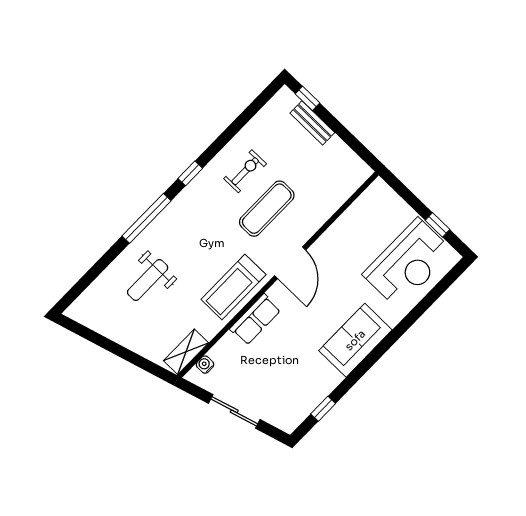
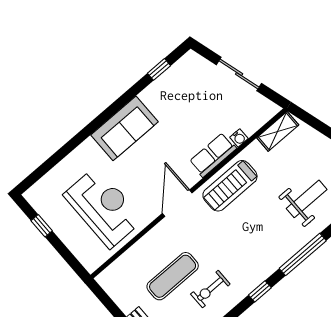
exercise mat: (267, 209) -> (173, 276), moved
reception desk: (408, 263) -> (103, 207), moved, turned 90
treadmill: (233, 287) -> (230, 186), turned 180
water cooler: (205, 365) -> (239, 138), moved

